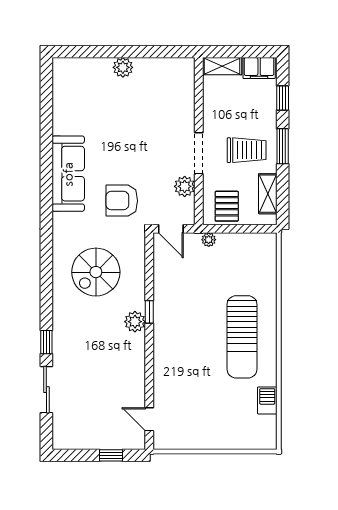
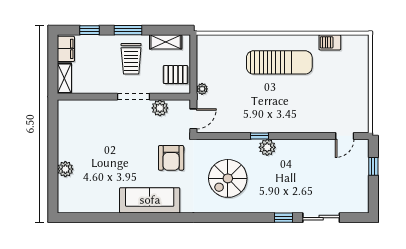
plant: (123, 67) -> (65, 169), moved
trolley: (247, 150) -> (131, 59), turned 180
spiral stairs: (96, 272) -> (228, 178), turned 90

